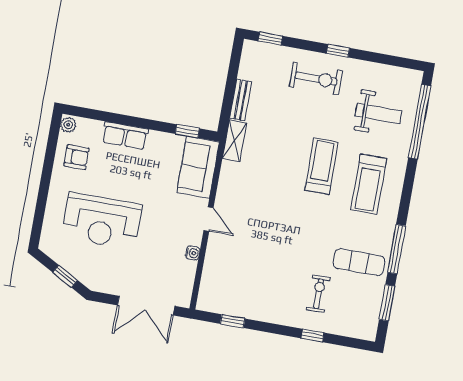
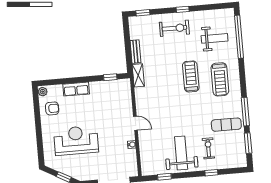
sofa: (198, 167) -> (122, 96), removed
reception desk: (102, 221) -> (76, 140), turned 180
weight bench: (271, 289) -> (181, 153), added

